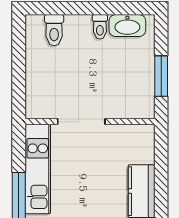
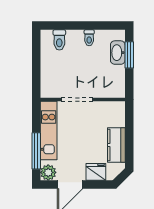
washbasin: (127, 26) -> (118, 53), moved, turned 90
window: (161, 76) -> (129, 55), moved

